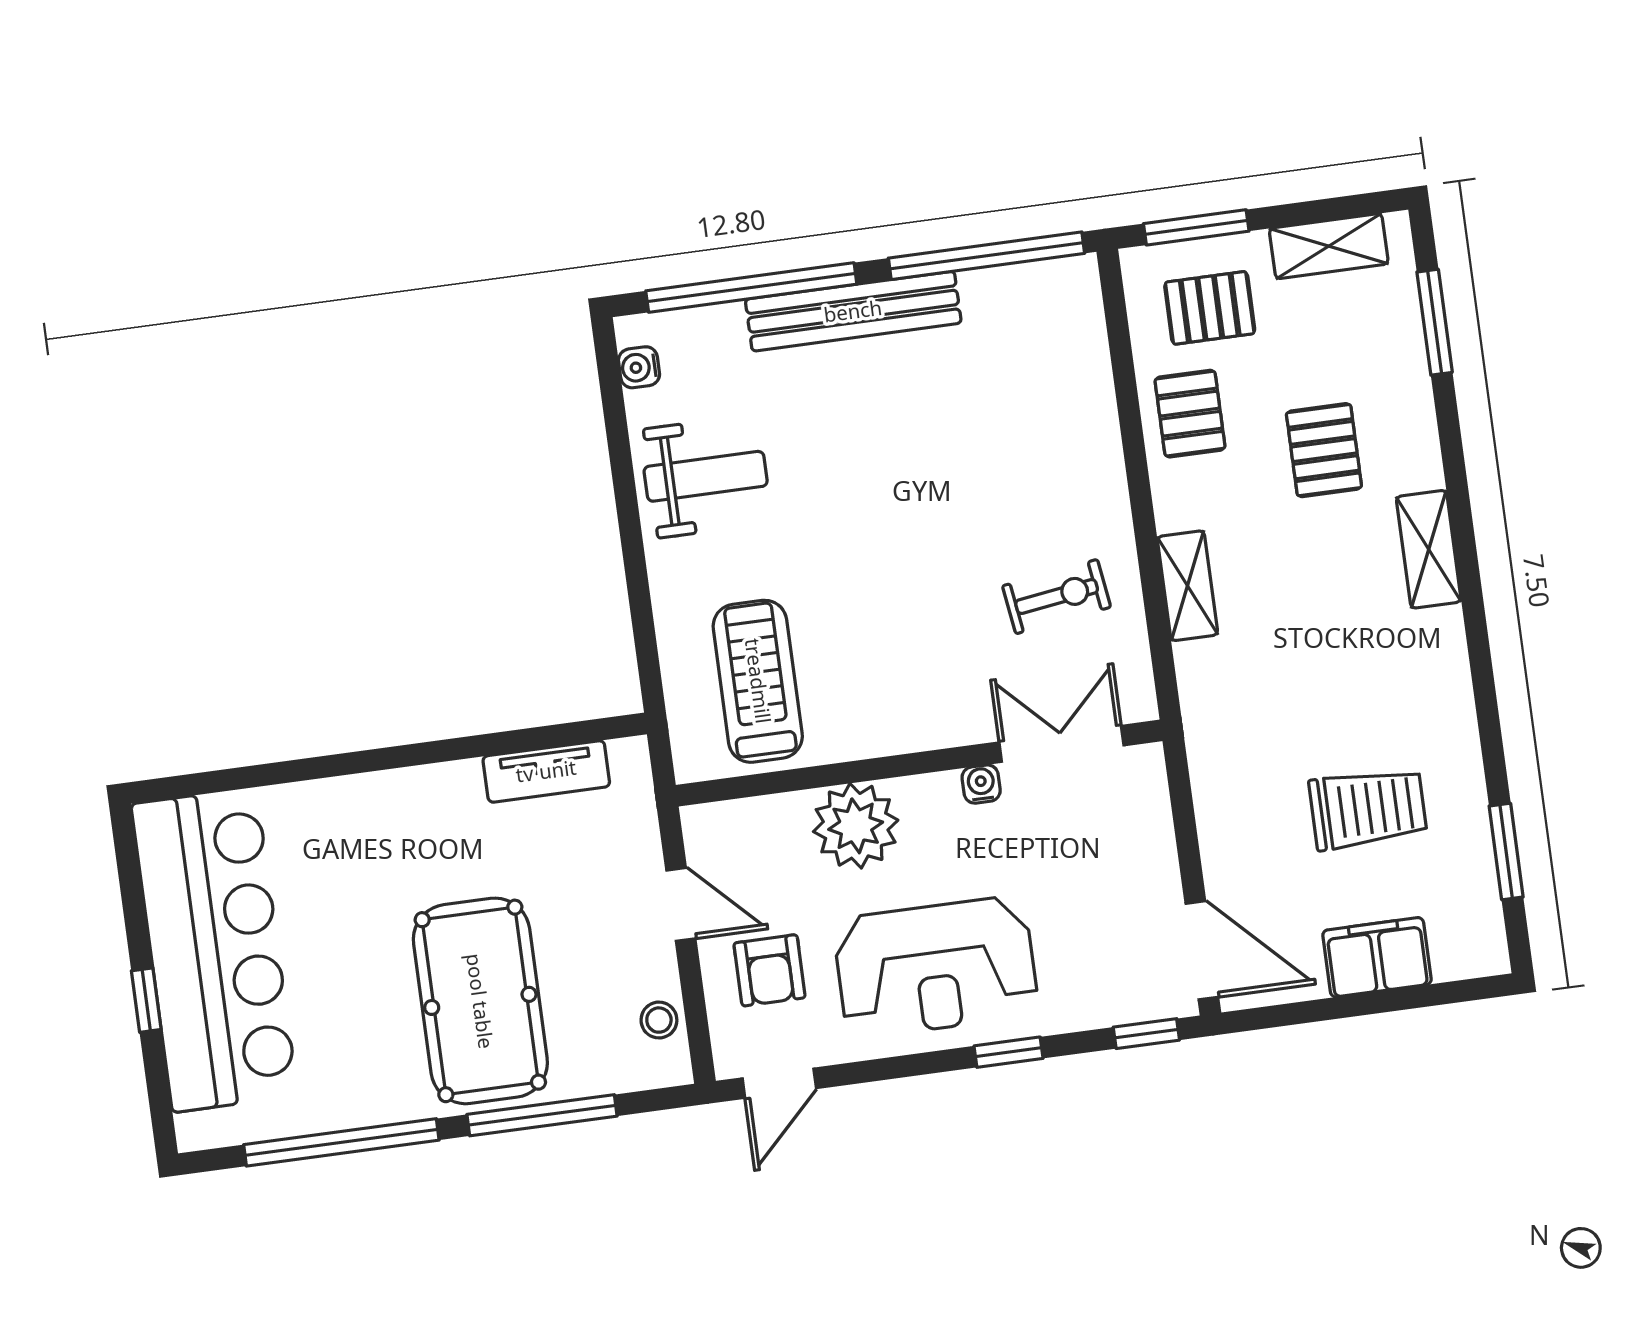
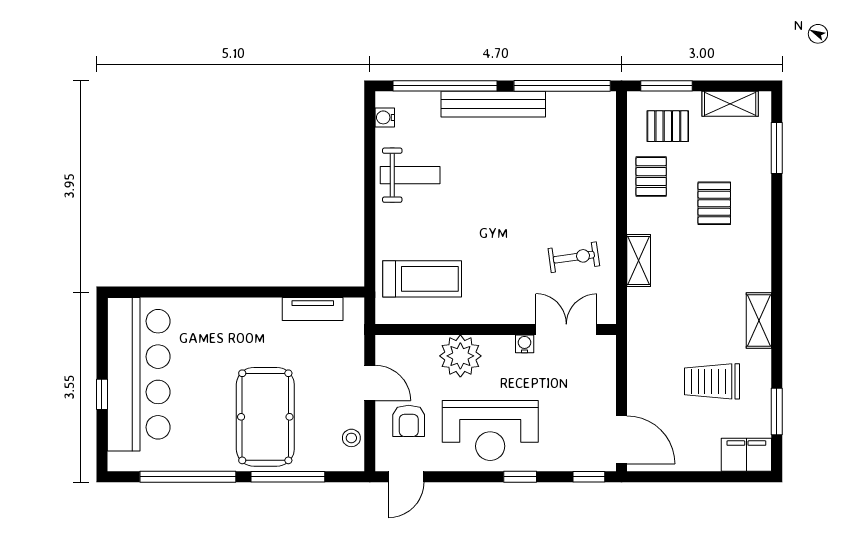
shelving: (1429, 549) -> (759, 321), moved
treadmill: (758, 681) -> (422, 279), turned 90
trolley: (1368, 808) -> (712, 381), turned 180
filing cabinet: (1377, 957) -> (746, 455), moved

